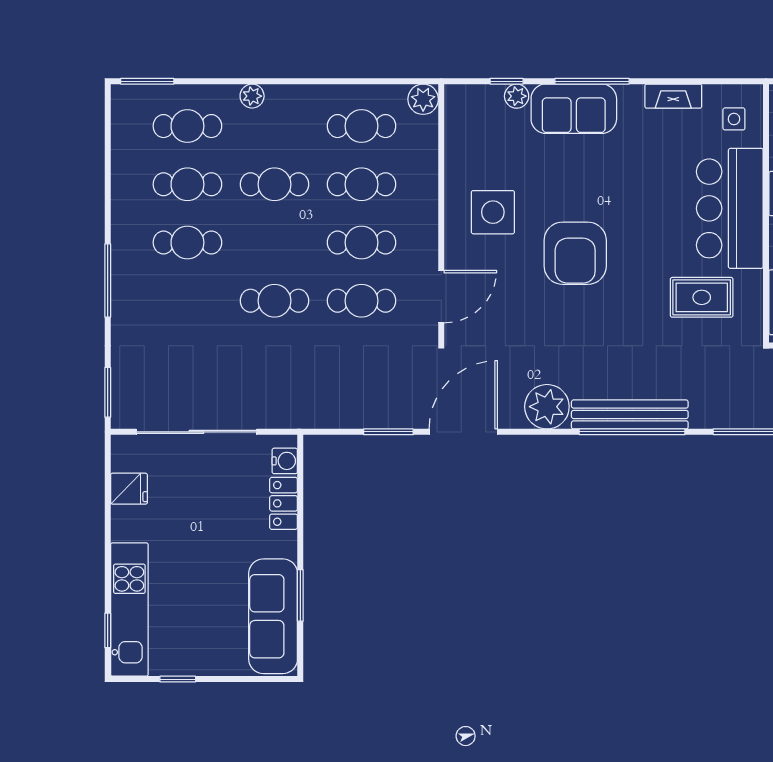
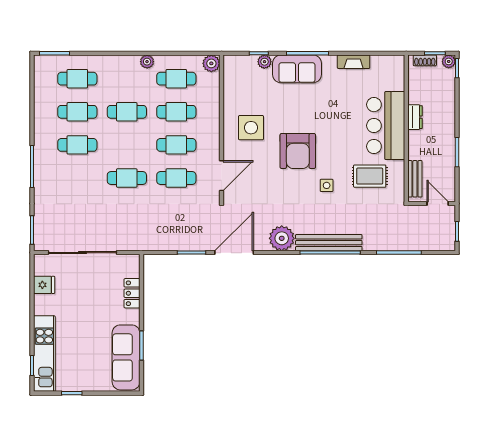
plant: (252, 96) -> (147, 62), moved
side table: (734, 119) -> (327, 185), moved
water cooler: (285, 461) -> (133, 269), removed

